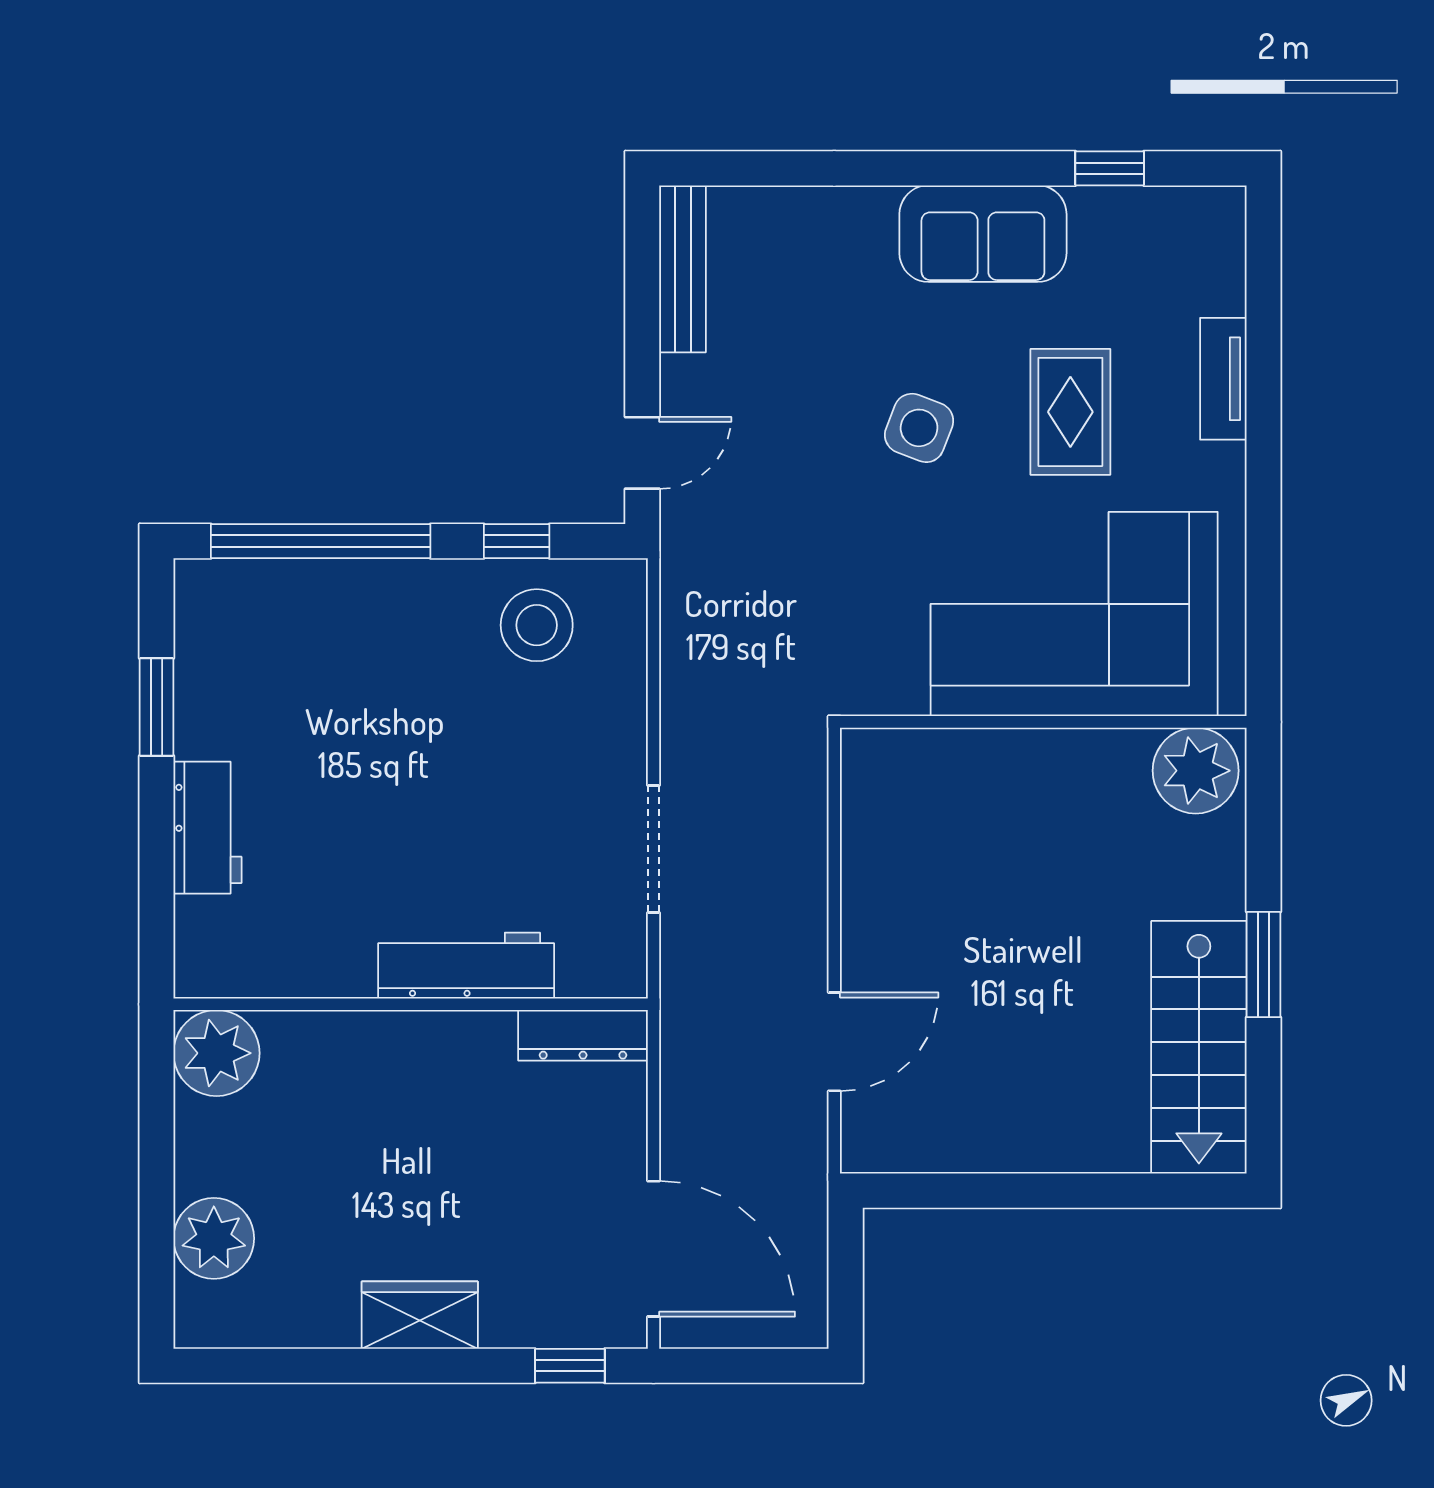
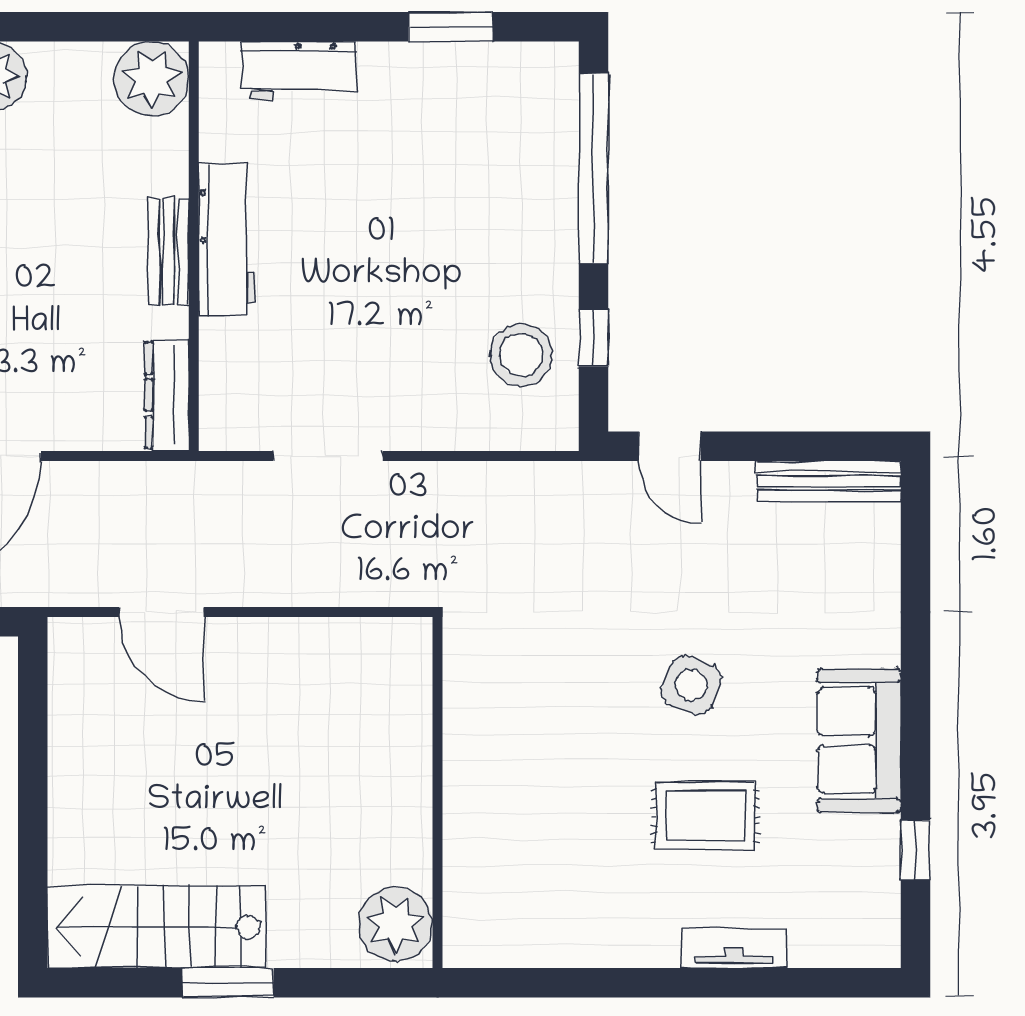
corner sofa: (1074, 614) -> (531, 819), removed
workbench: (208, 828) -> (298, 71), moved
workbench: (466, 966) -> (227, 239), moved
bench: (417, 1033) -> (168, 252), added

